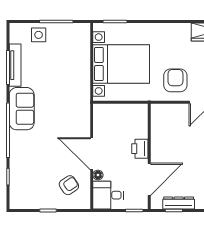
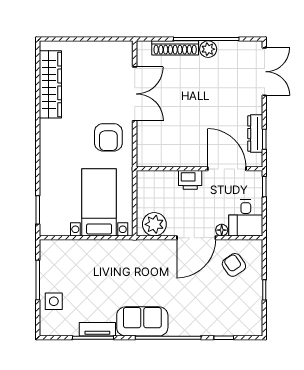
bed with nightstands: (121, 64) -> (99, 202), width x0.73
tv unit: (15, 65) -> (97, 329), width x0.71
armchair: (175, 80) -> (108, 137), turned -90
plant: (103, 119) -> (154, 224), added

